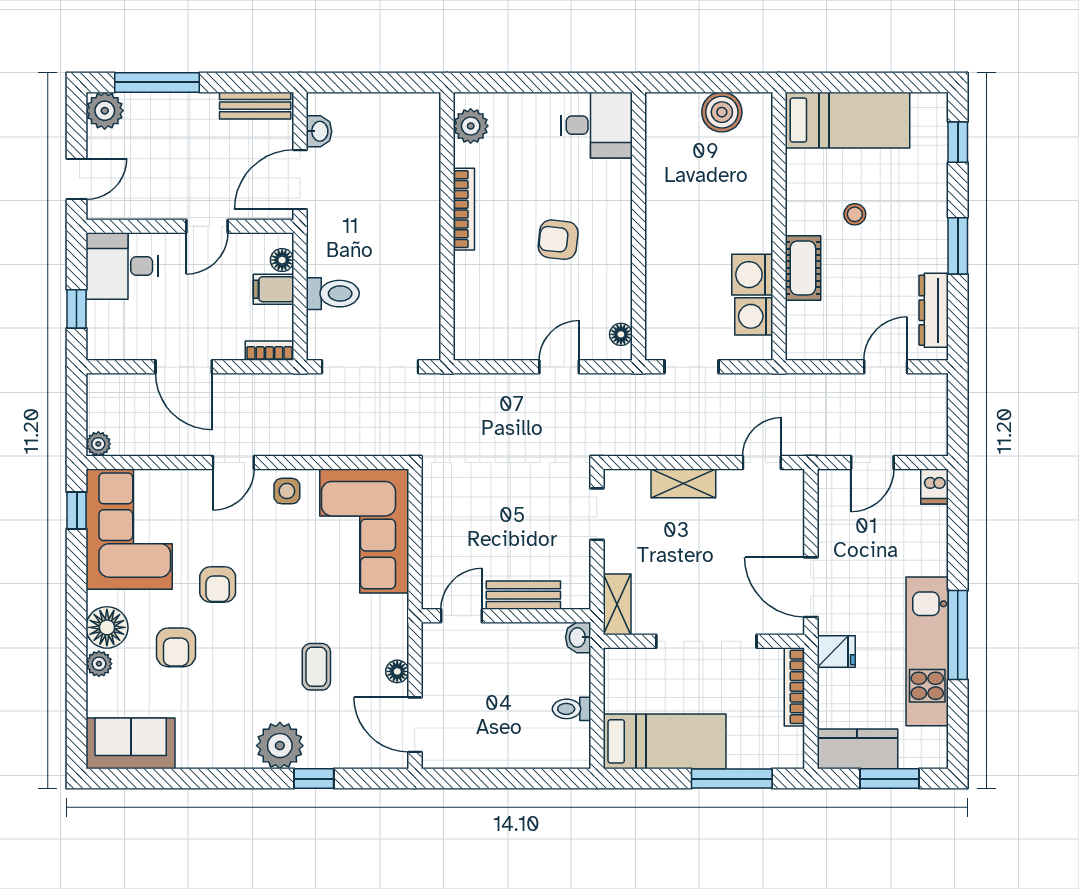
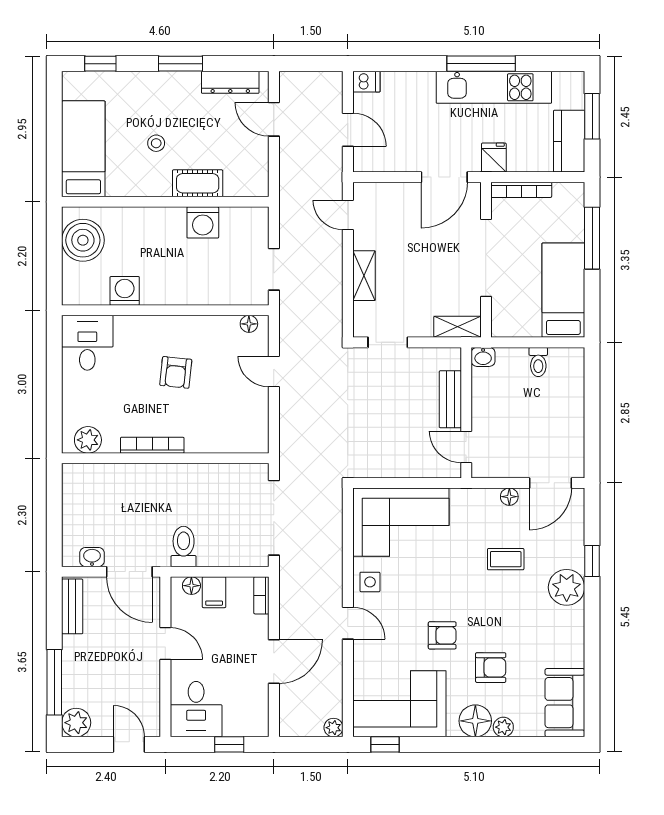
boiler: (722, 112) -> (83, 240), width x1.37, depth x1.37
toilet: (333, 294) -> (184, 546), moved
washing machine: (754, 316) -> (125, 291), moved, turned 180

